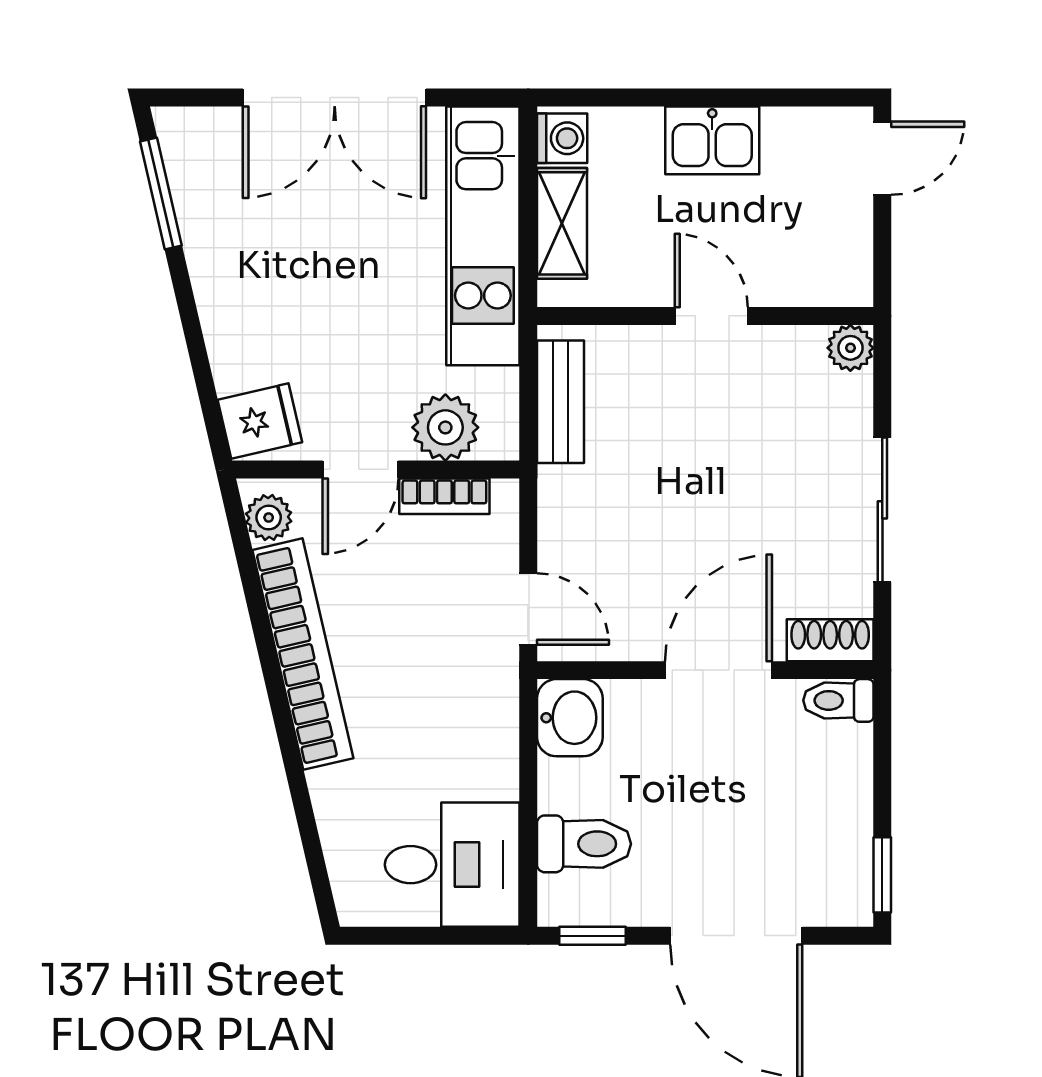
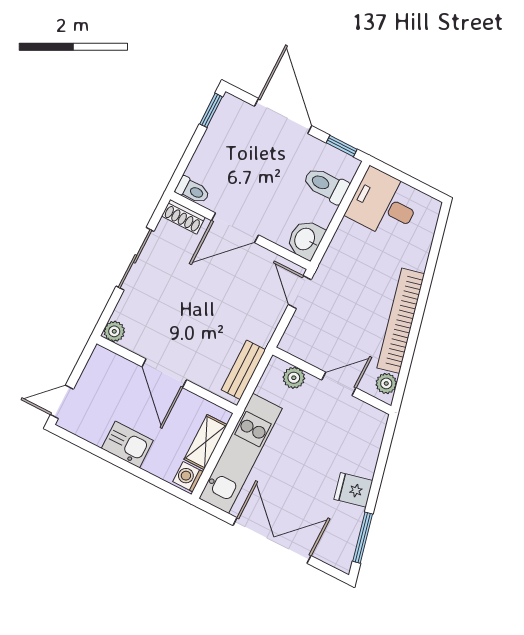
door: (711, 316) -> (164, 373), width x1.38
fridge: (260, 421) -> (353, 490), moved
plant: (445, 427) -> (294, 378), width x0.73, depth x0.73
bookcase: (444, 496) -> (310, 356), removed

